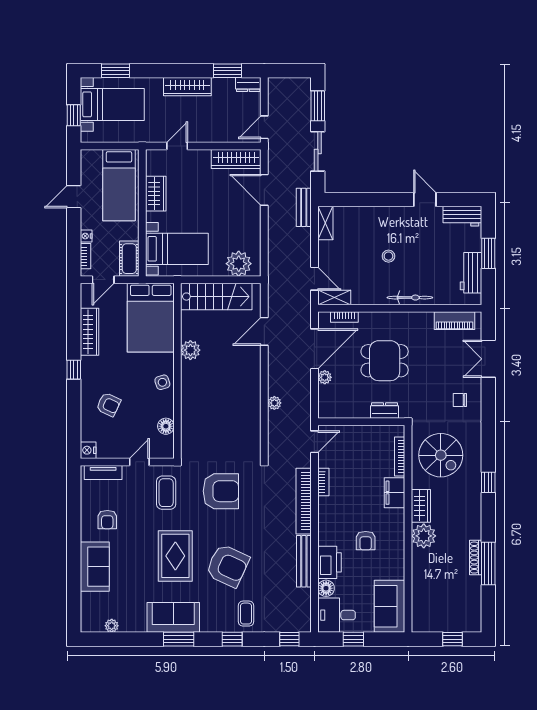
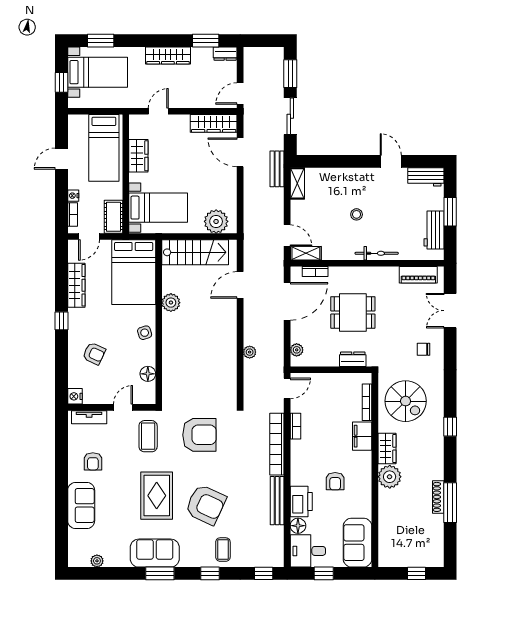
plant: (325, 377) -> (297, 350), moved

